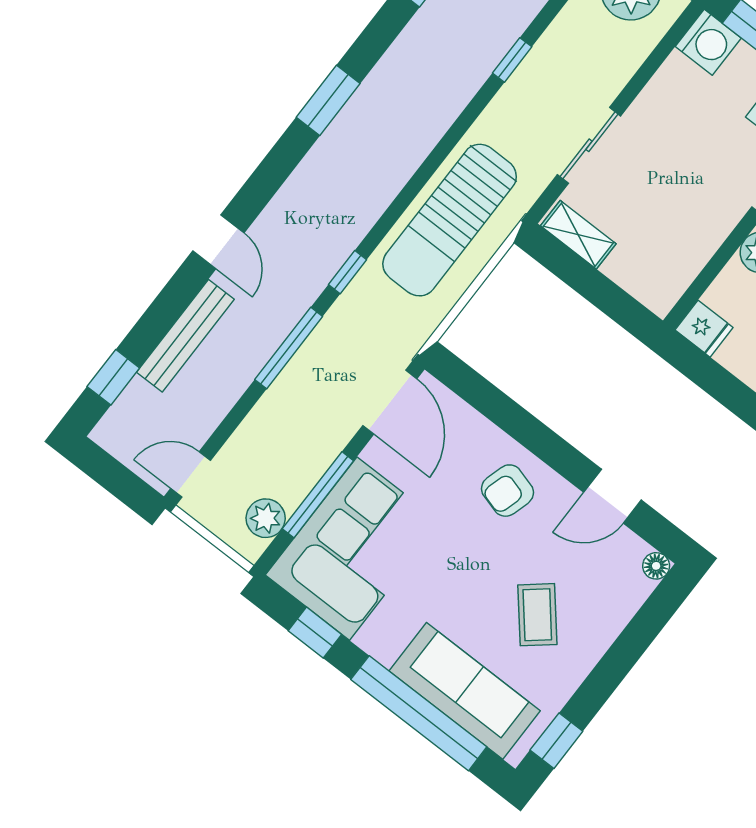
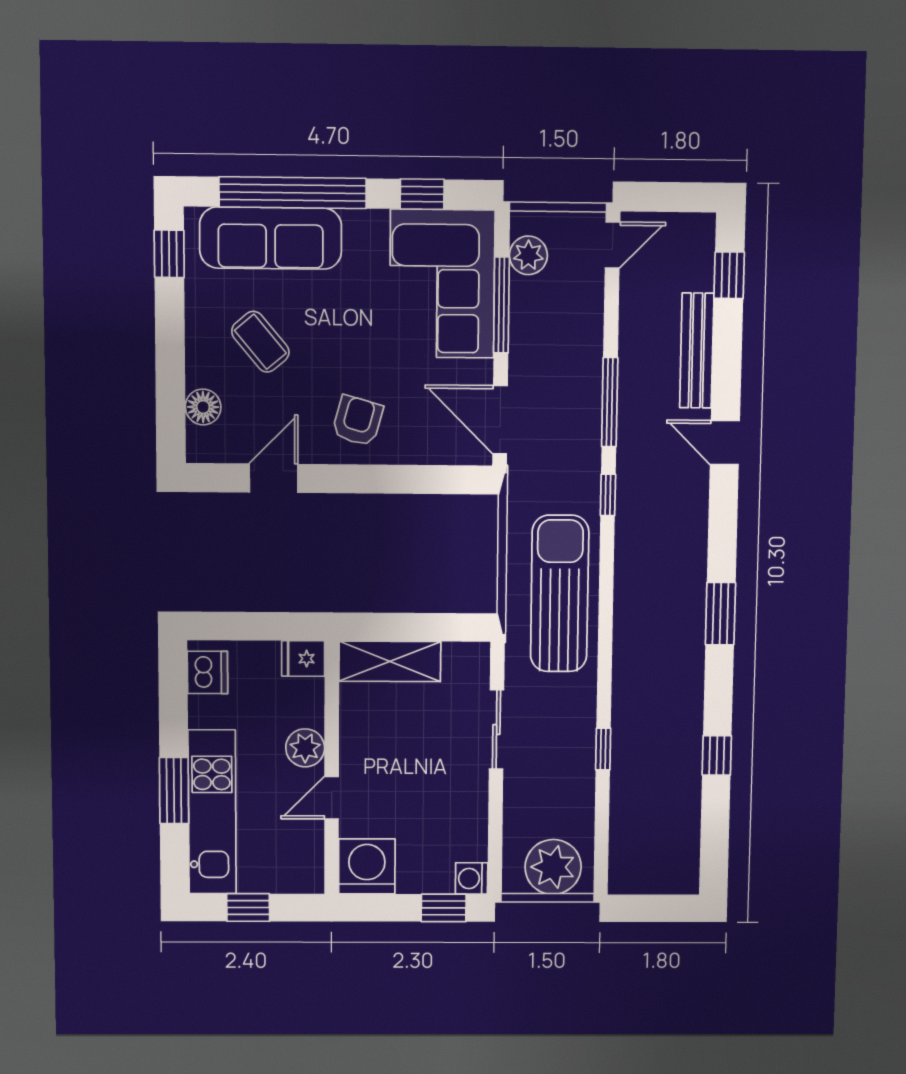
washing machine: (708, 42) -> (472, 879), width x0.73, depth x0.73
shelving: (578, 235) -> (390, 661), moved, width x1.50, depth x1.33
floor lamp: (656, 566) -> (203, 407), moved, width x1.37, depth x1.37

